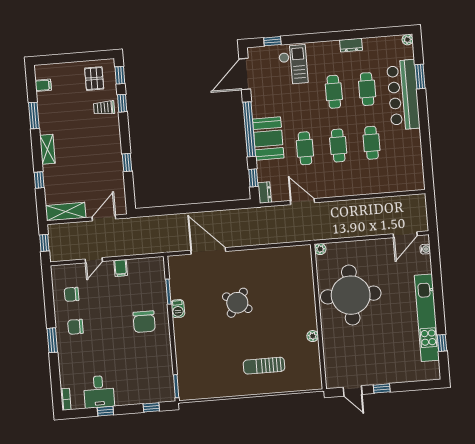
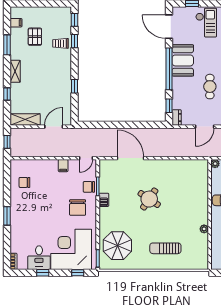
door: (245, 74) -> (169, 27), hinge flipped
pallet: (94, 79) -> (35, 37), moved
booth: (268, 139) -> (183, 60), moved
door: (302, 202) -> (205, 127), swing flipped
door: (94, 260) -> (86, 158), moved
chair: (75, 327) -> (89, 187), moved
parasol: (201, 367) -> (117, 246), added
corner desk: (140, 377) -> (71, 249), added

